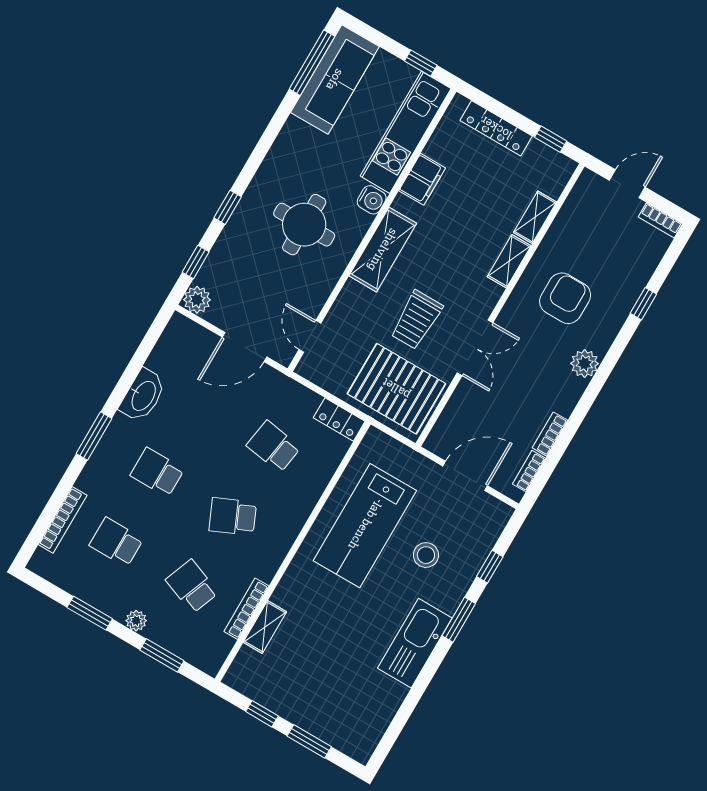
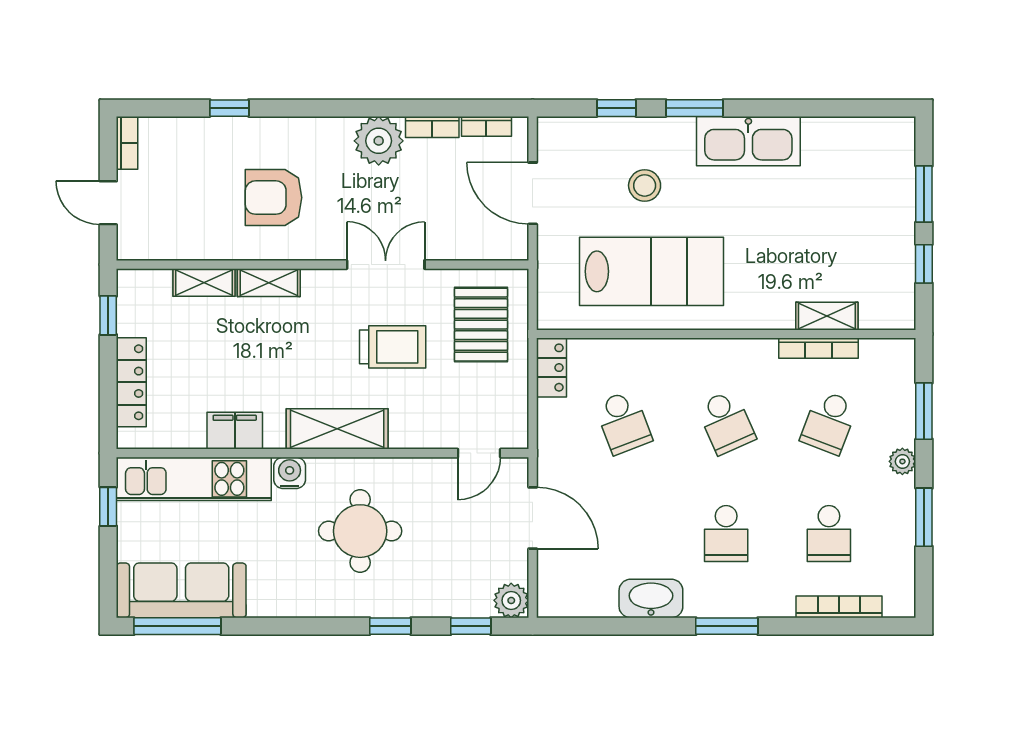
plant: (585, 364) -> (379, 141), moved, width x1.36, depth x1.36
pallet: (396, 389) -> (481, 325), width x0.73, depth x0.71
school desk: (274, 447) -> (623, 422), turned -30

